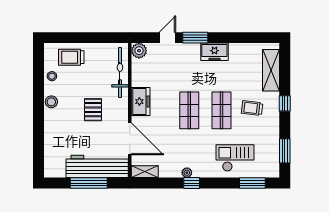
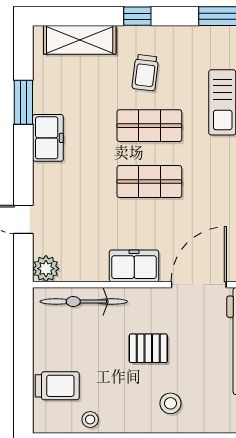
window: (195, 38) -> (23, 102), moved
trolley: (71, 57) -> (57, 386), turned -90
stool: (51, 102) -> (170, 403), moved

